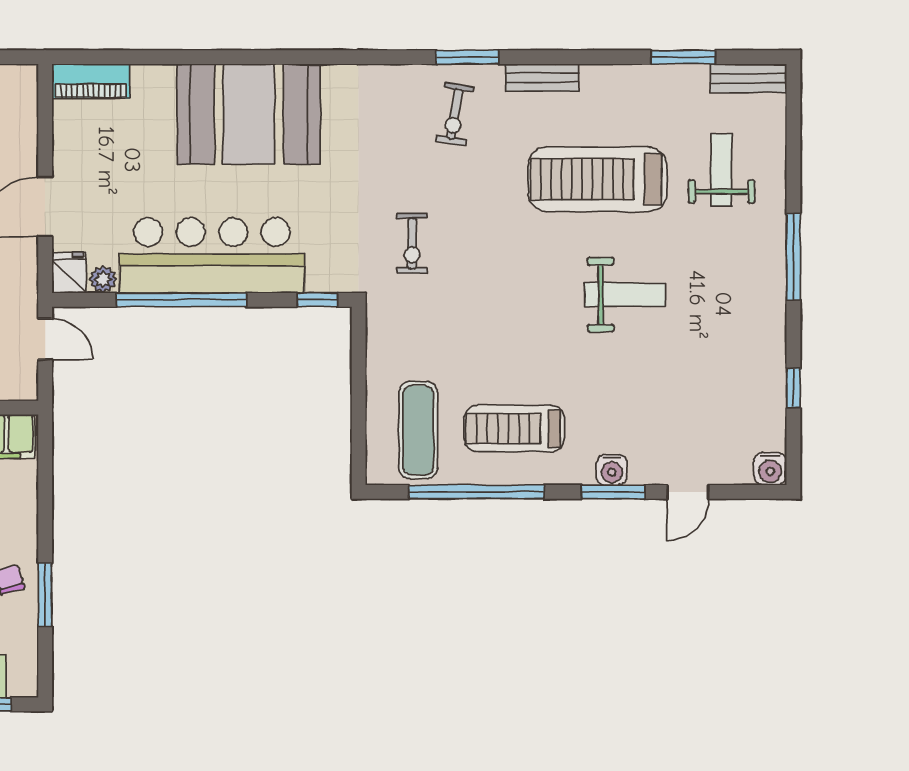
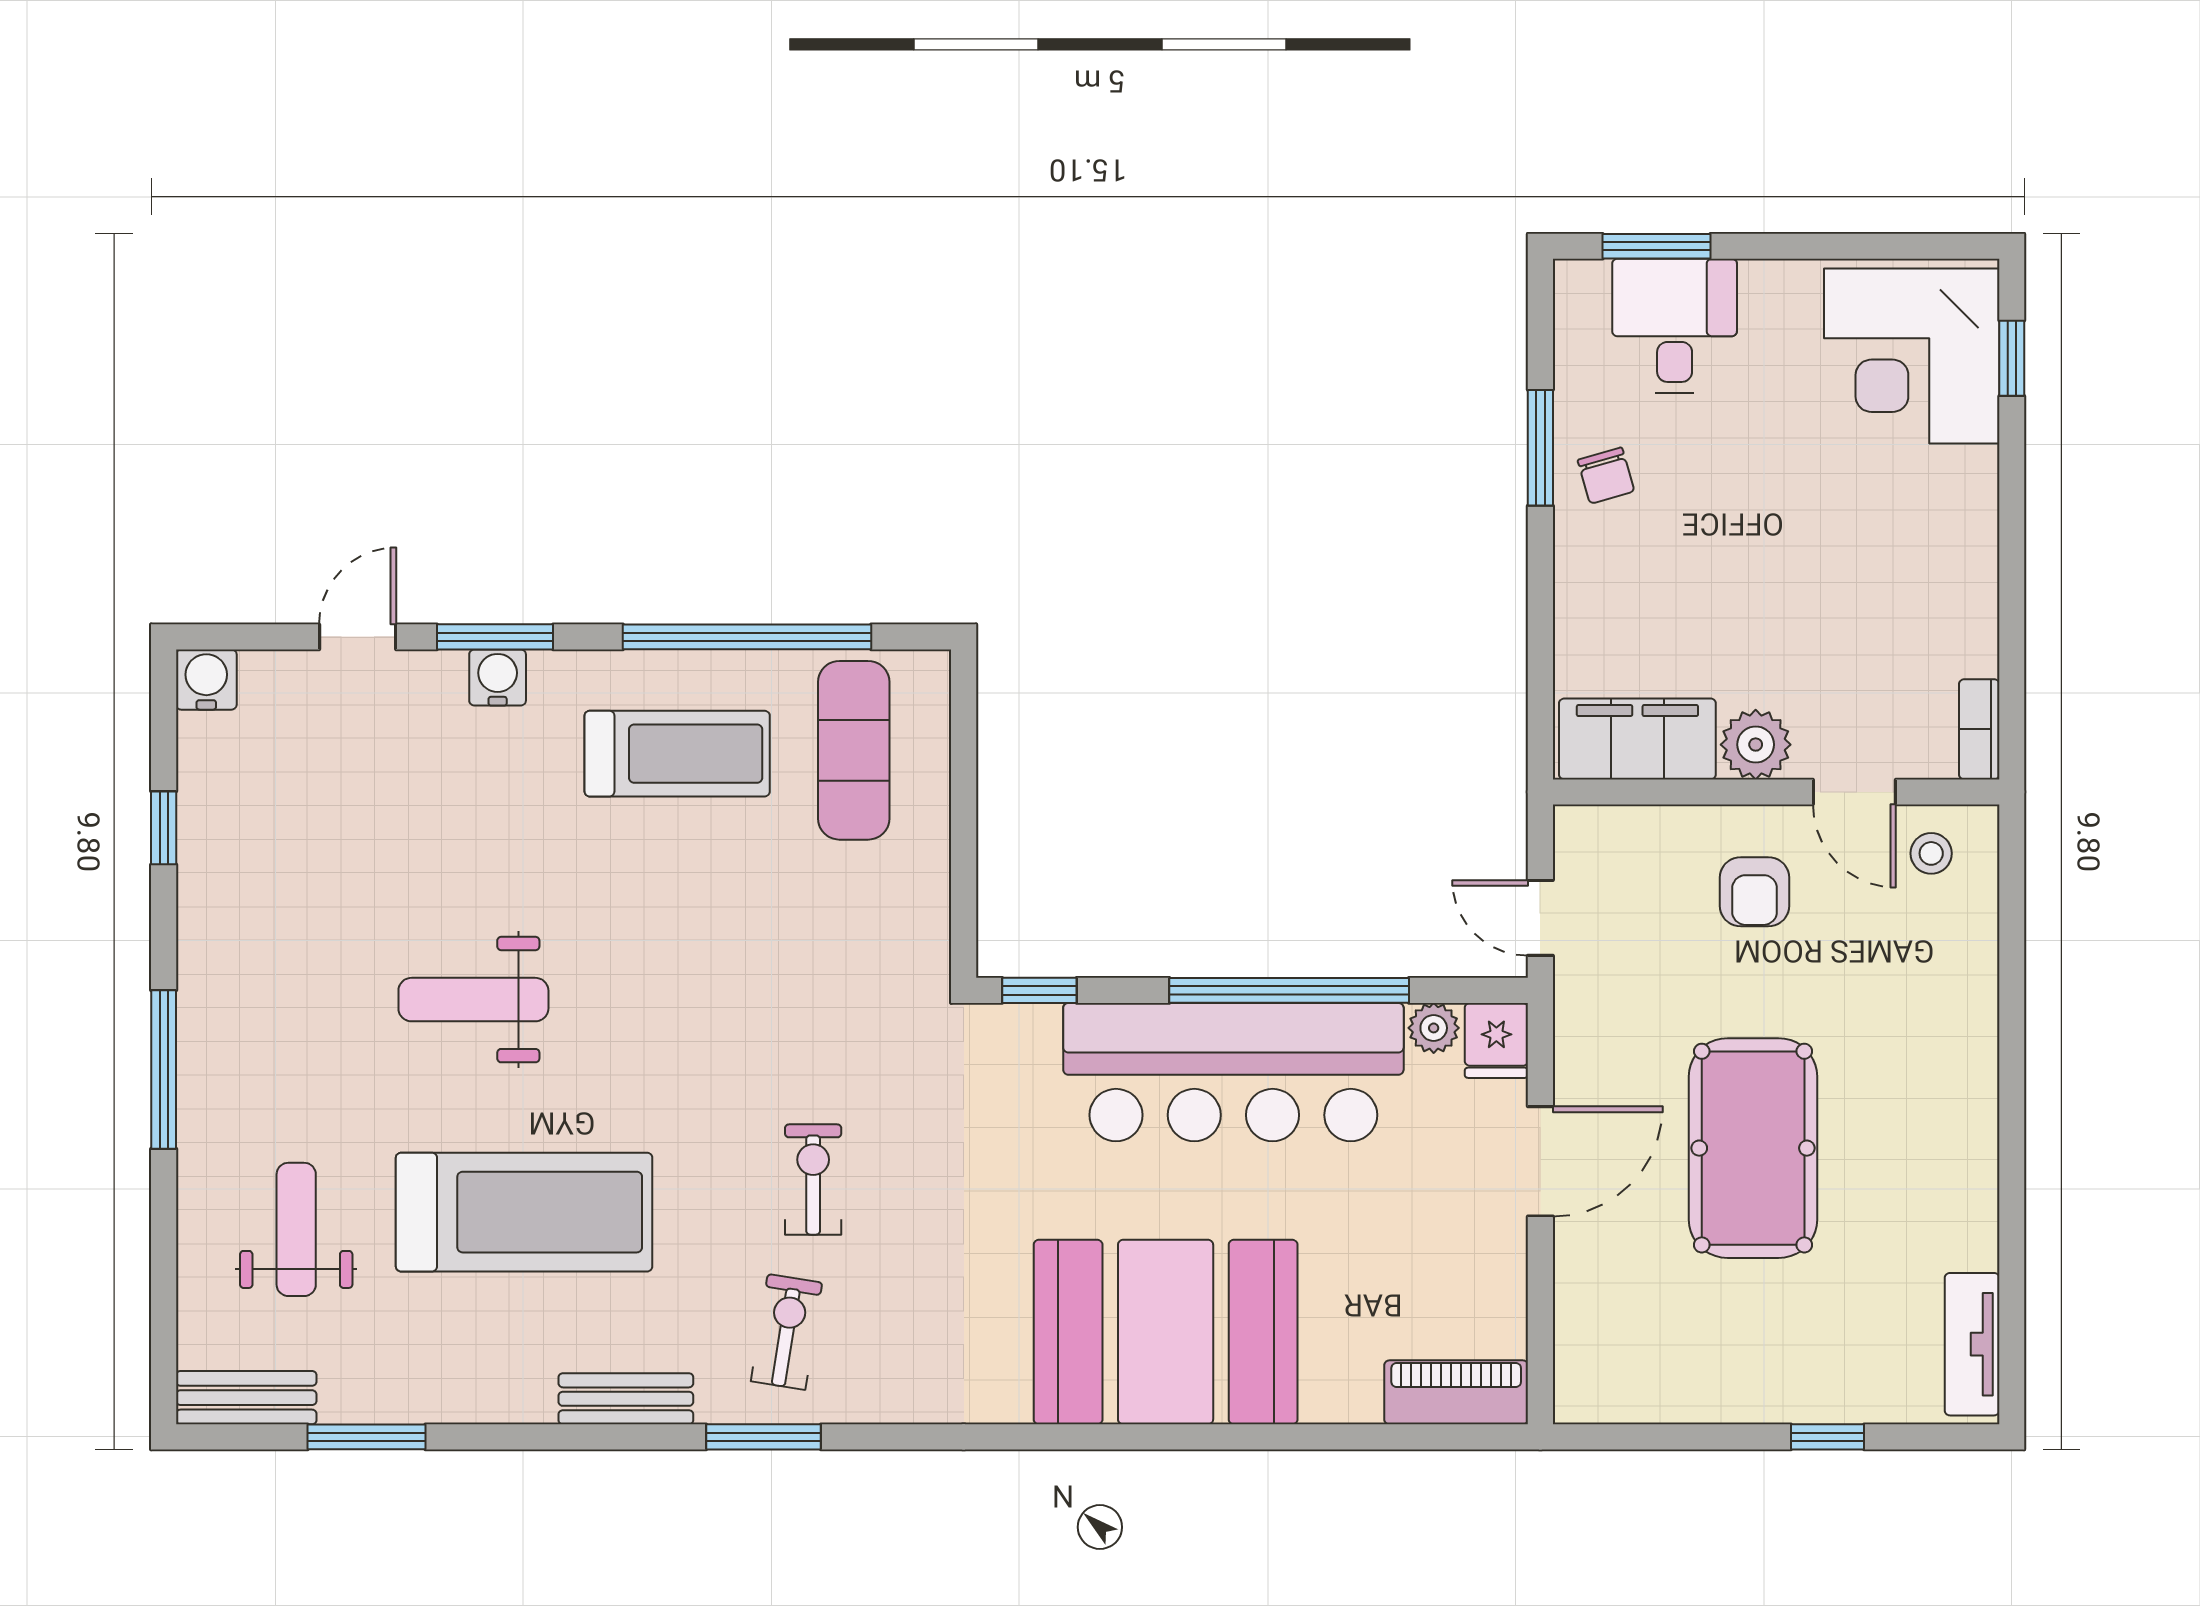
weight bench: (721, 170) -> (296, 1229), turned 180
exercise bike: (412, 243) -> (813, 1180), moved

